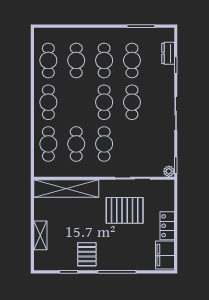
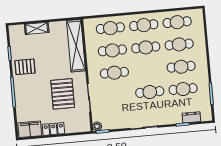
cafe table: (104, 102) -> (146, 47), moved

